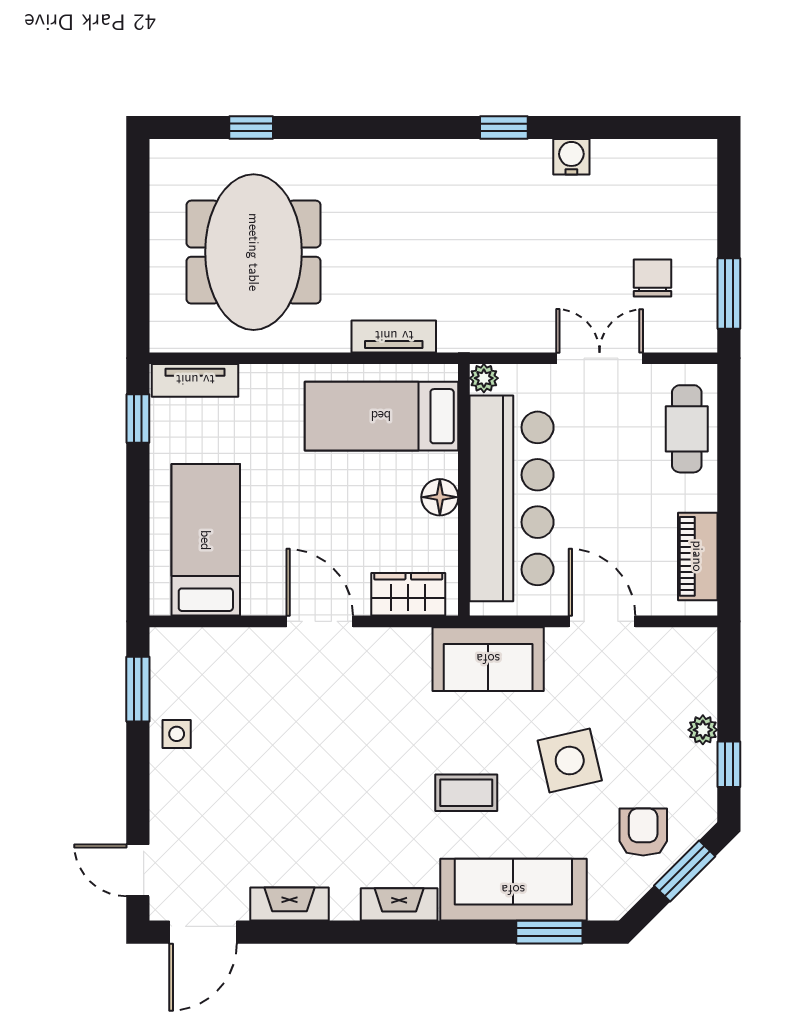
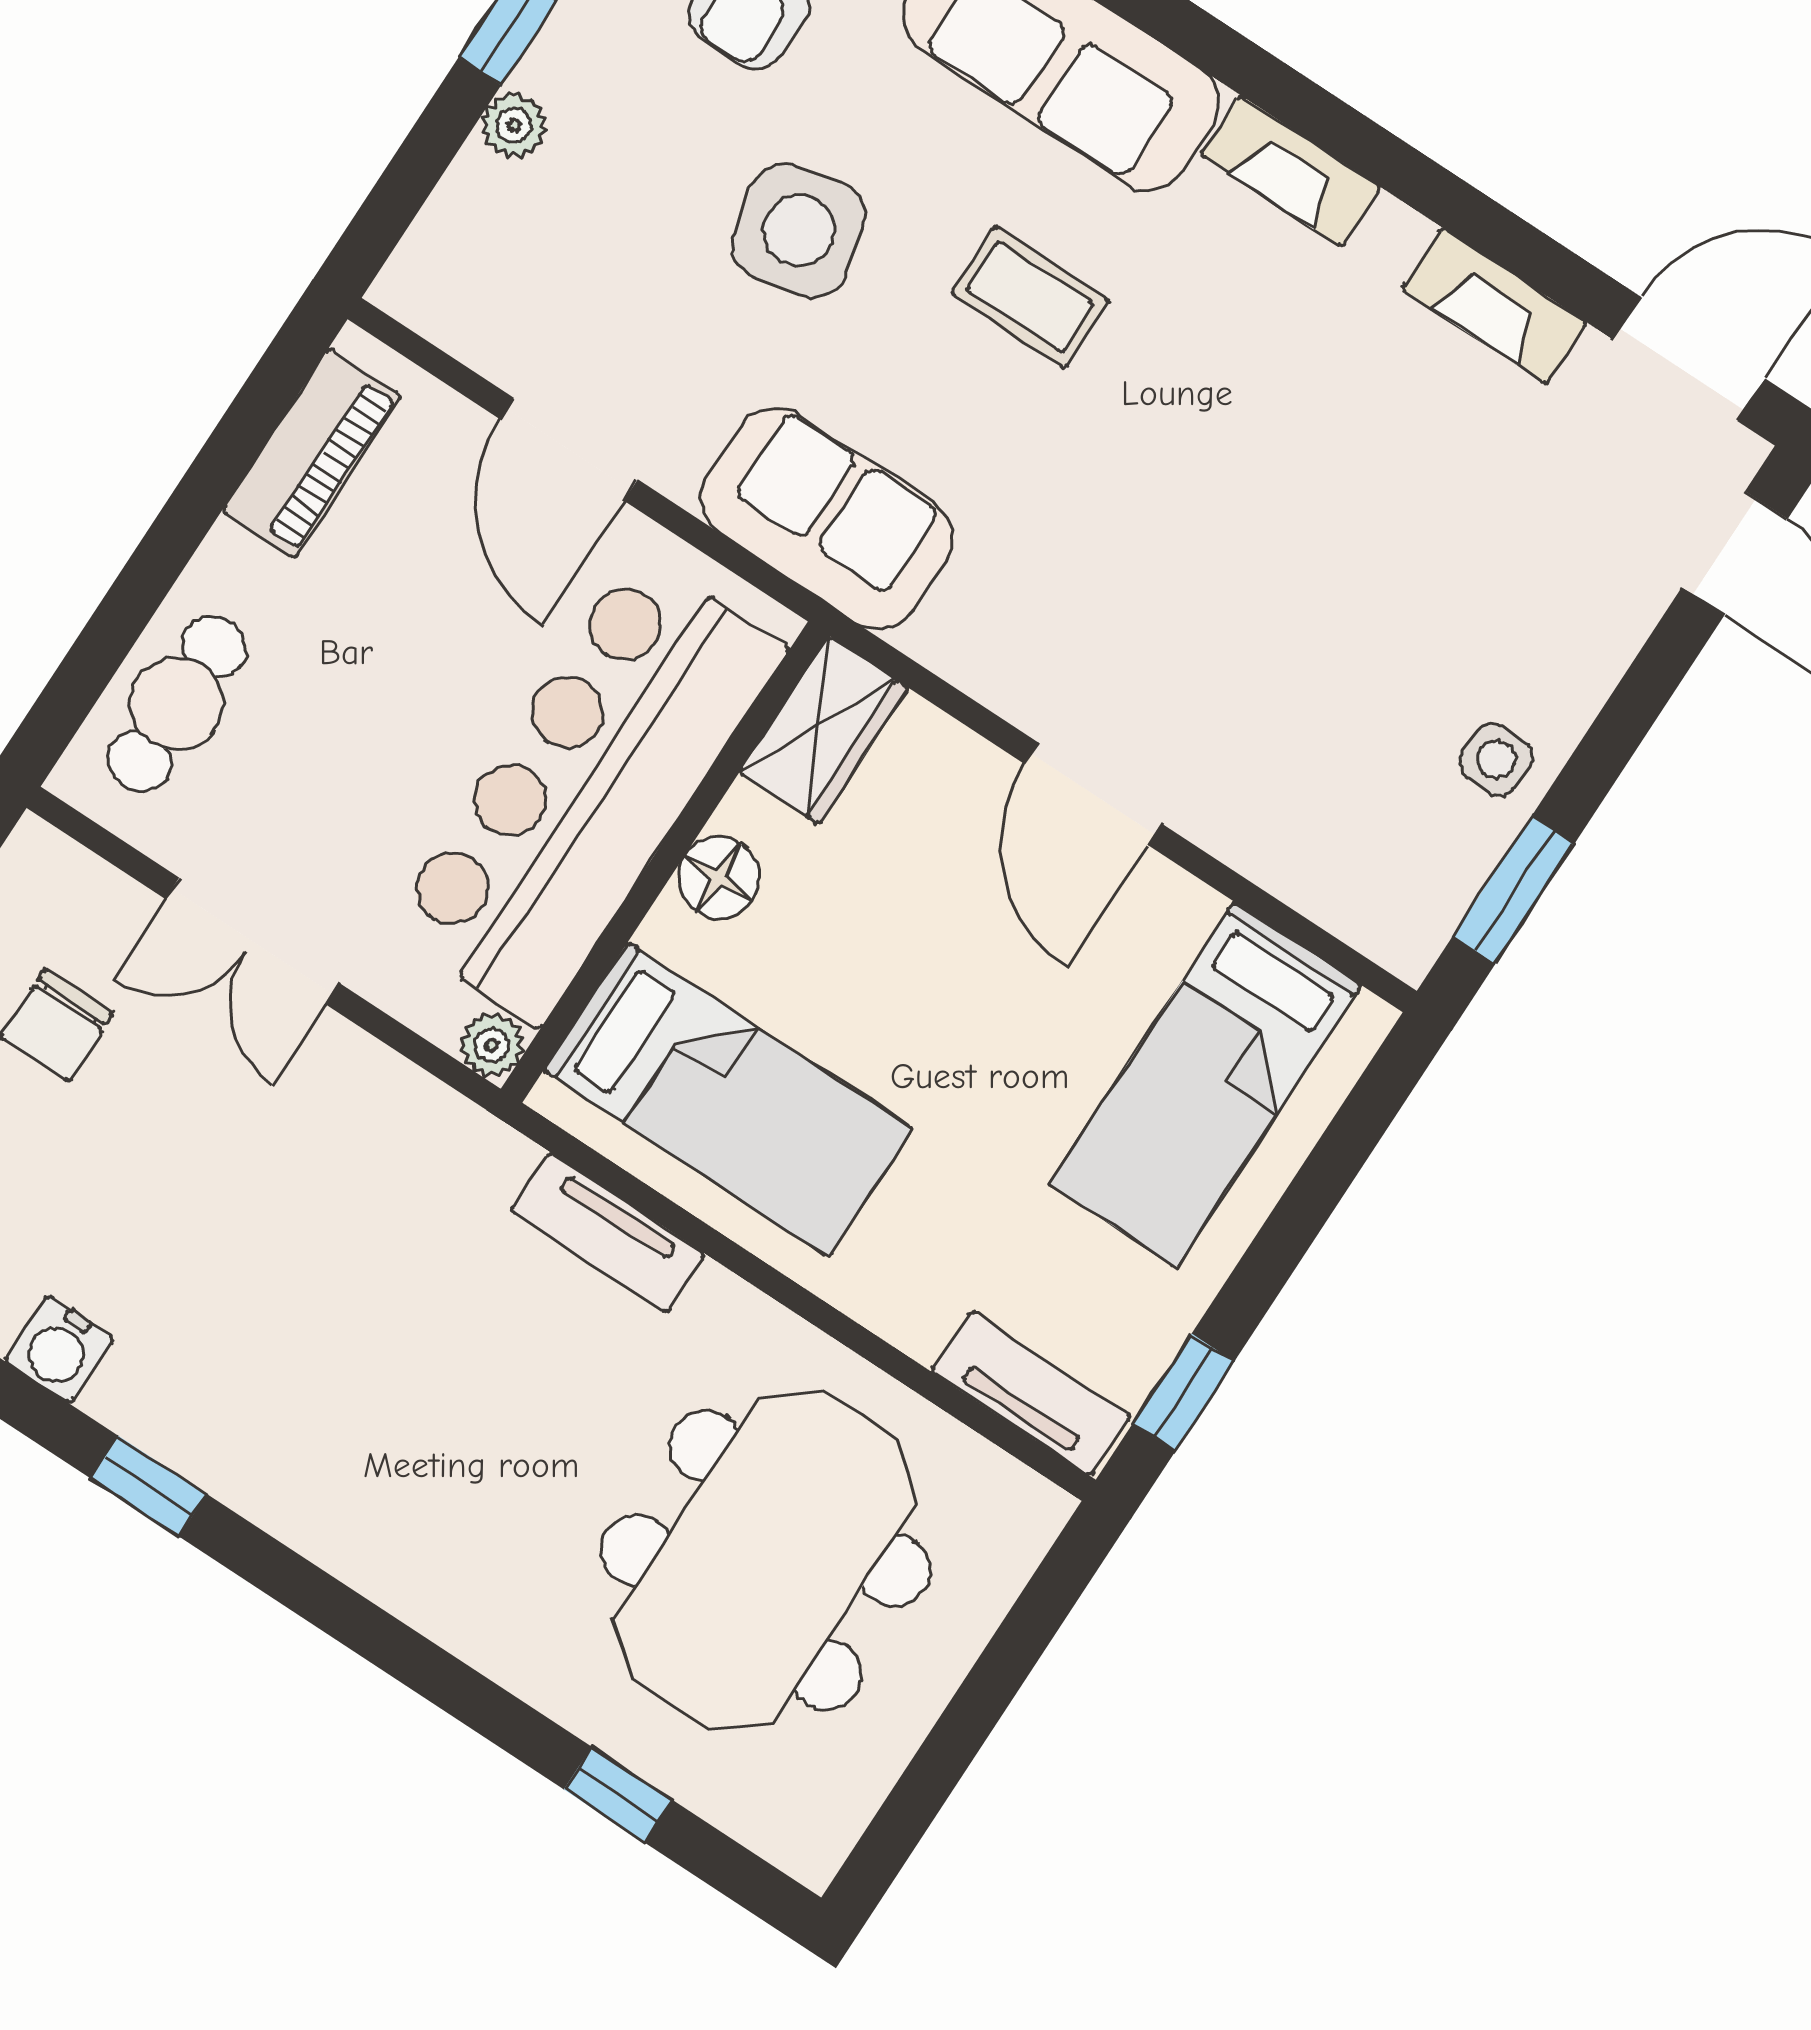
wardrobe: (408, 594) -> (824, 730), moved, turned -90

